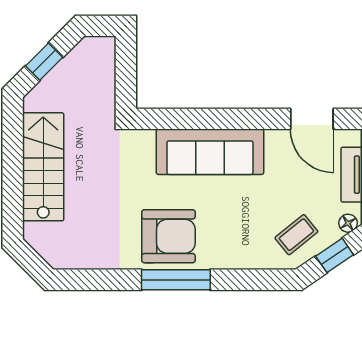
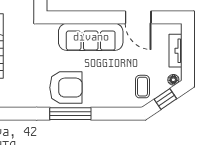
door: (312, 119) -> (138, 17), moved
coffee table: (296, 235) -> (142, 87), turned -51

